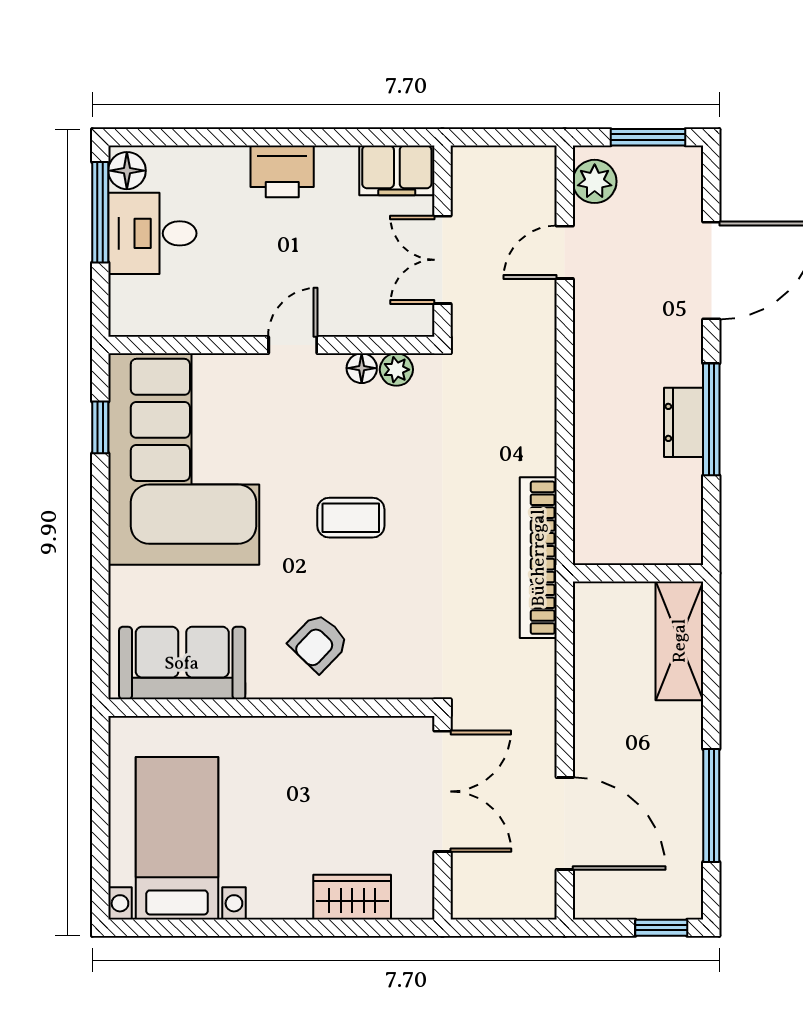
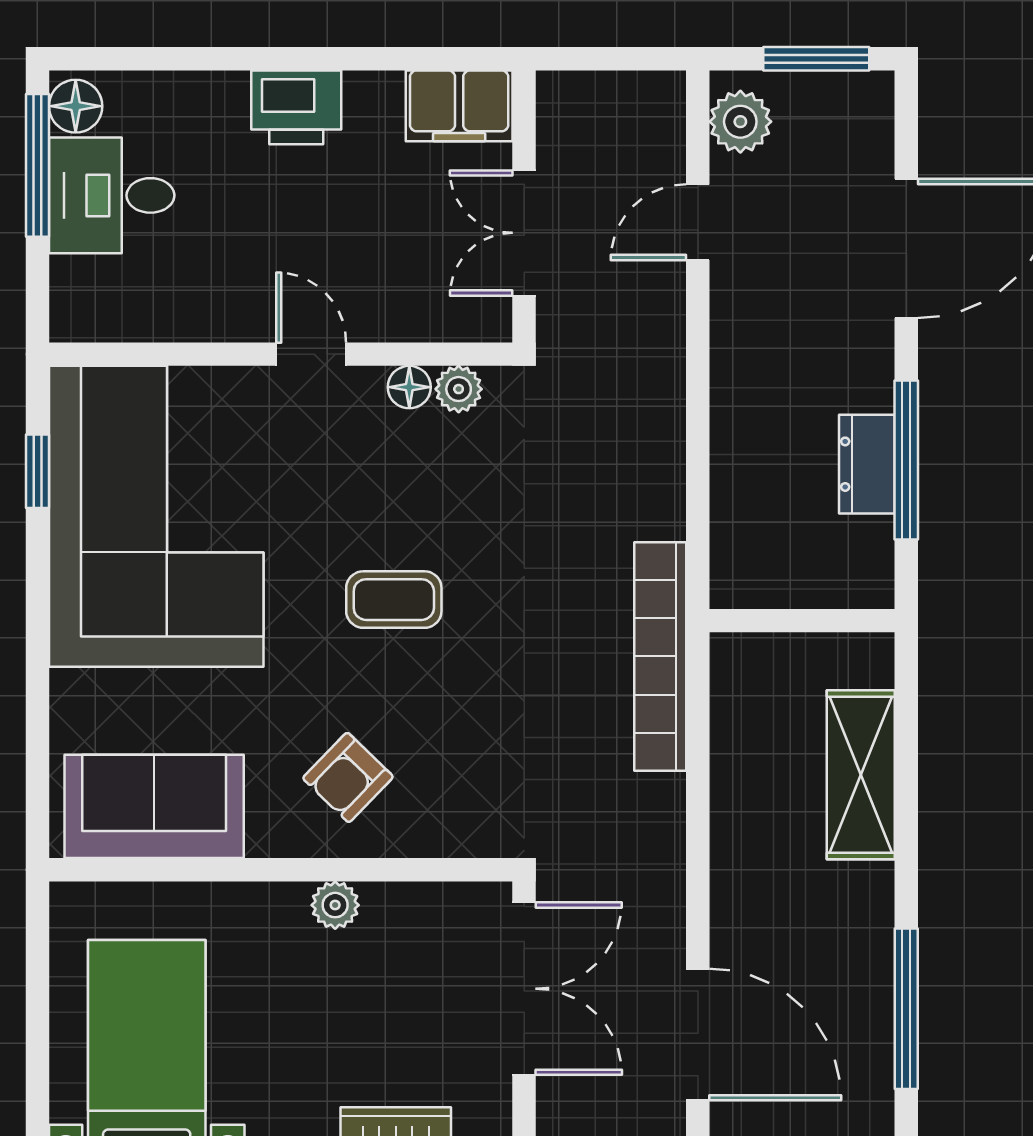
door: (293, 345) -> (311, 354), hinge flipped
wall: (638, 573) -> (802, 621), moved
plant: (310, 733) -> (335, 905), added

